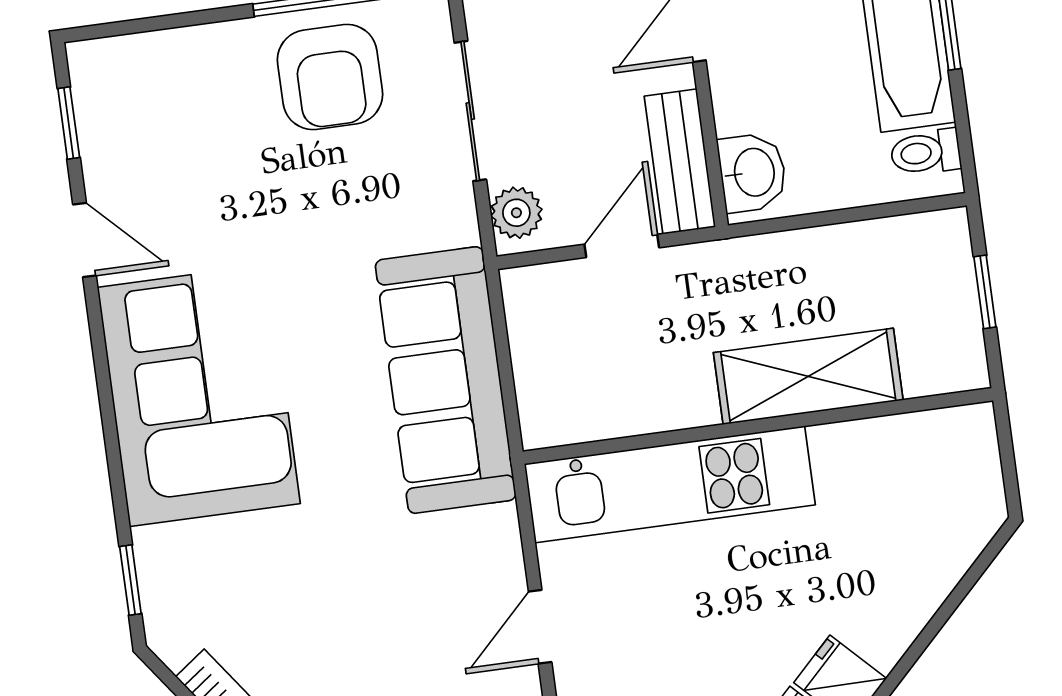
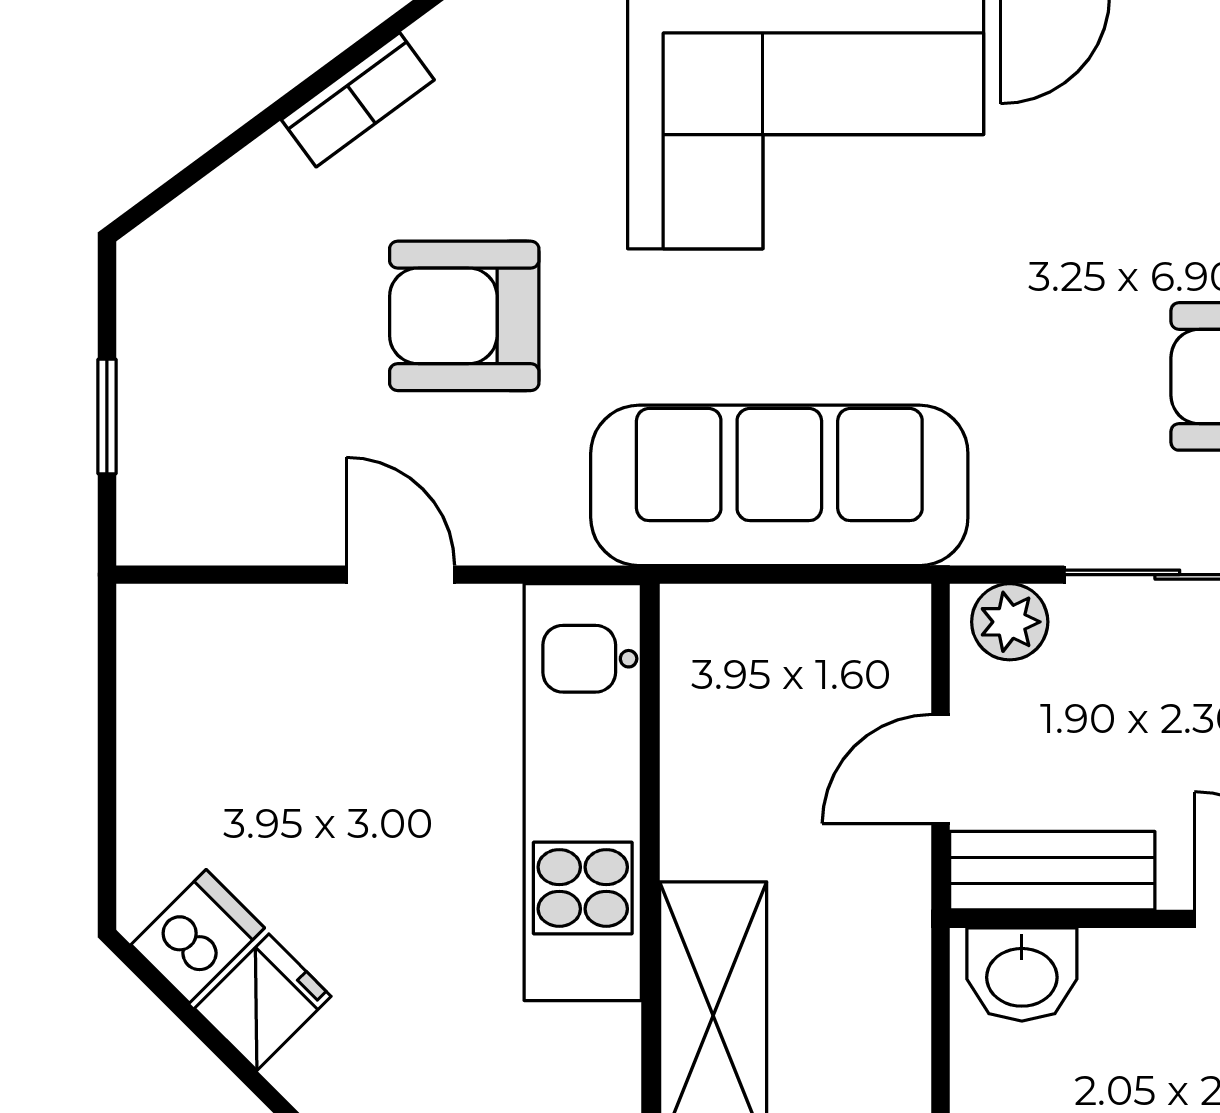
door: (622, 246) -> (940, 769), swing flipped
armchair: (360, 607) -> (464, 316), added

